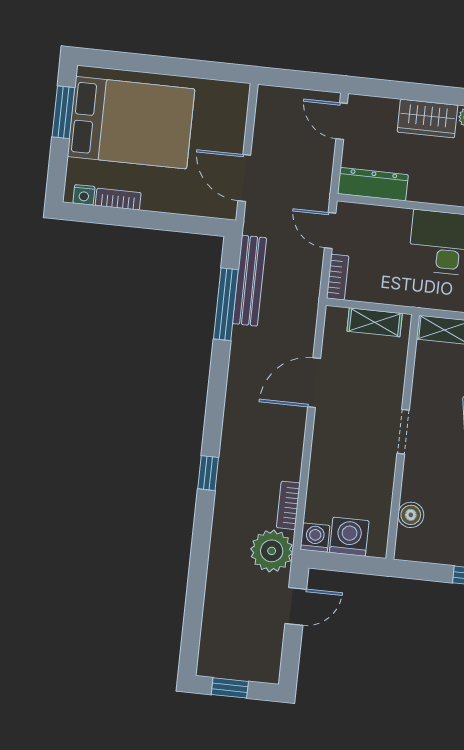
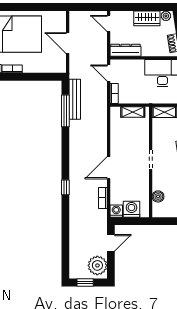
door: (244, 178) -> (68, 43), moved
door: (314, 383) -> (109, 168), moved
plant: (272, 551) -> (97, 265), moved

